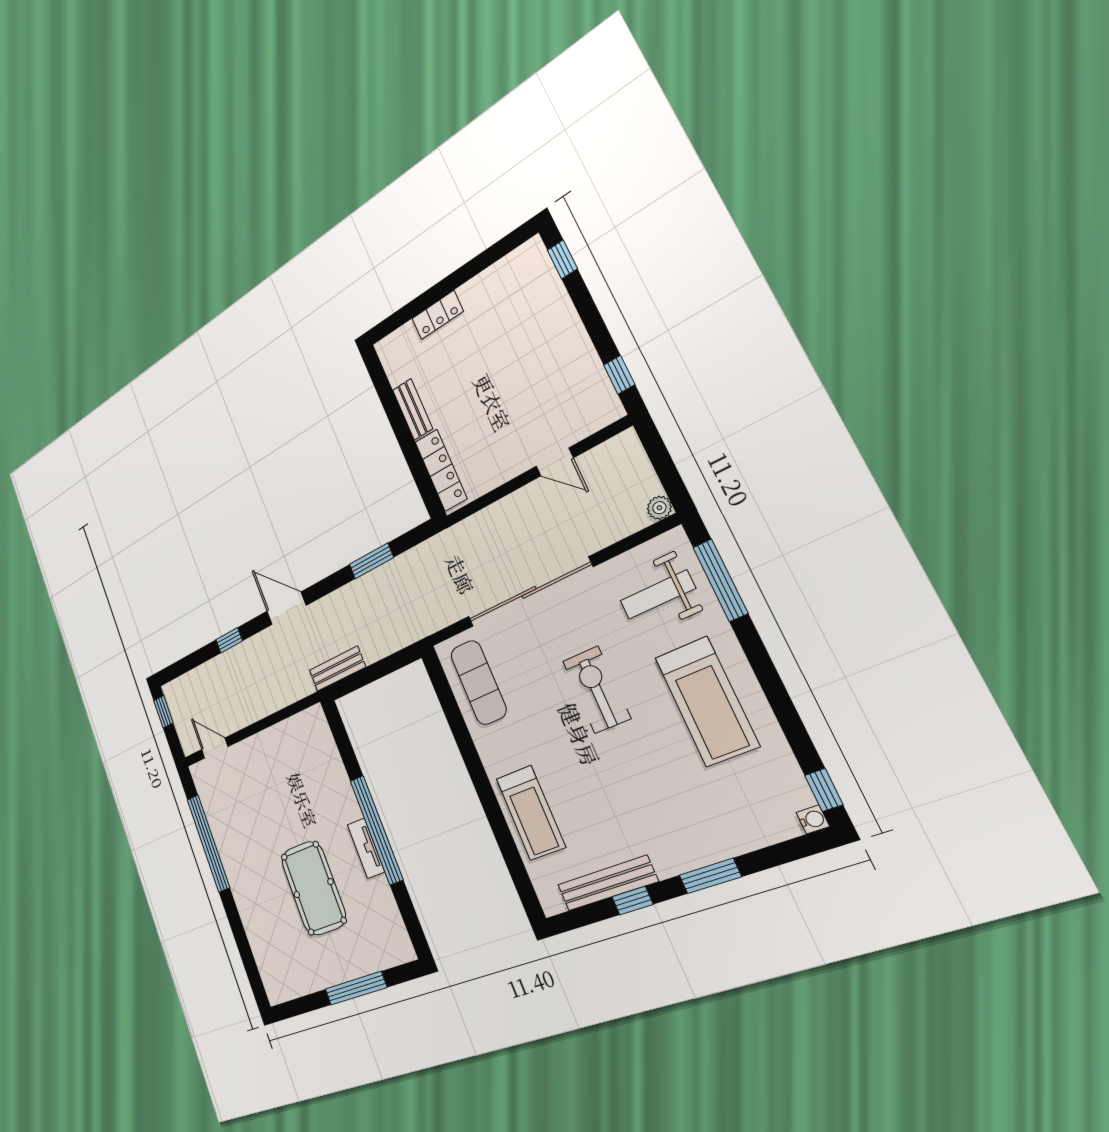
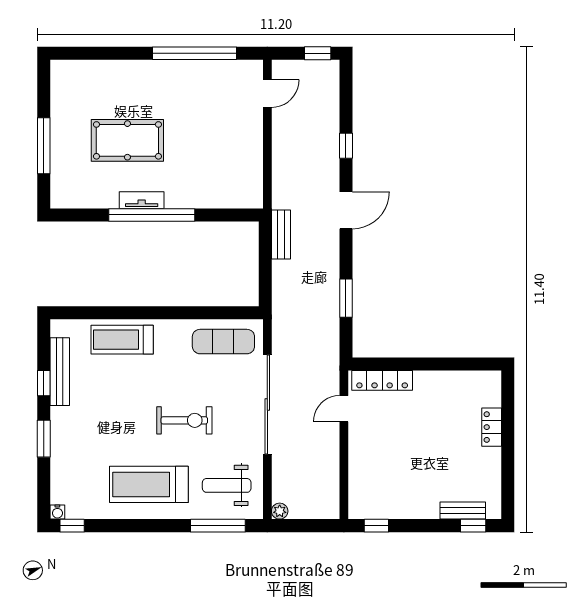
bench: (413, 409) -> (463, 511), moved
door: (555, 462) -> (344, 409), moved
weight bench: (658, 595) -> (227, 485), turned -90

